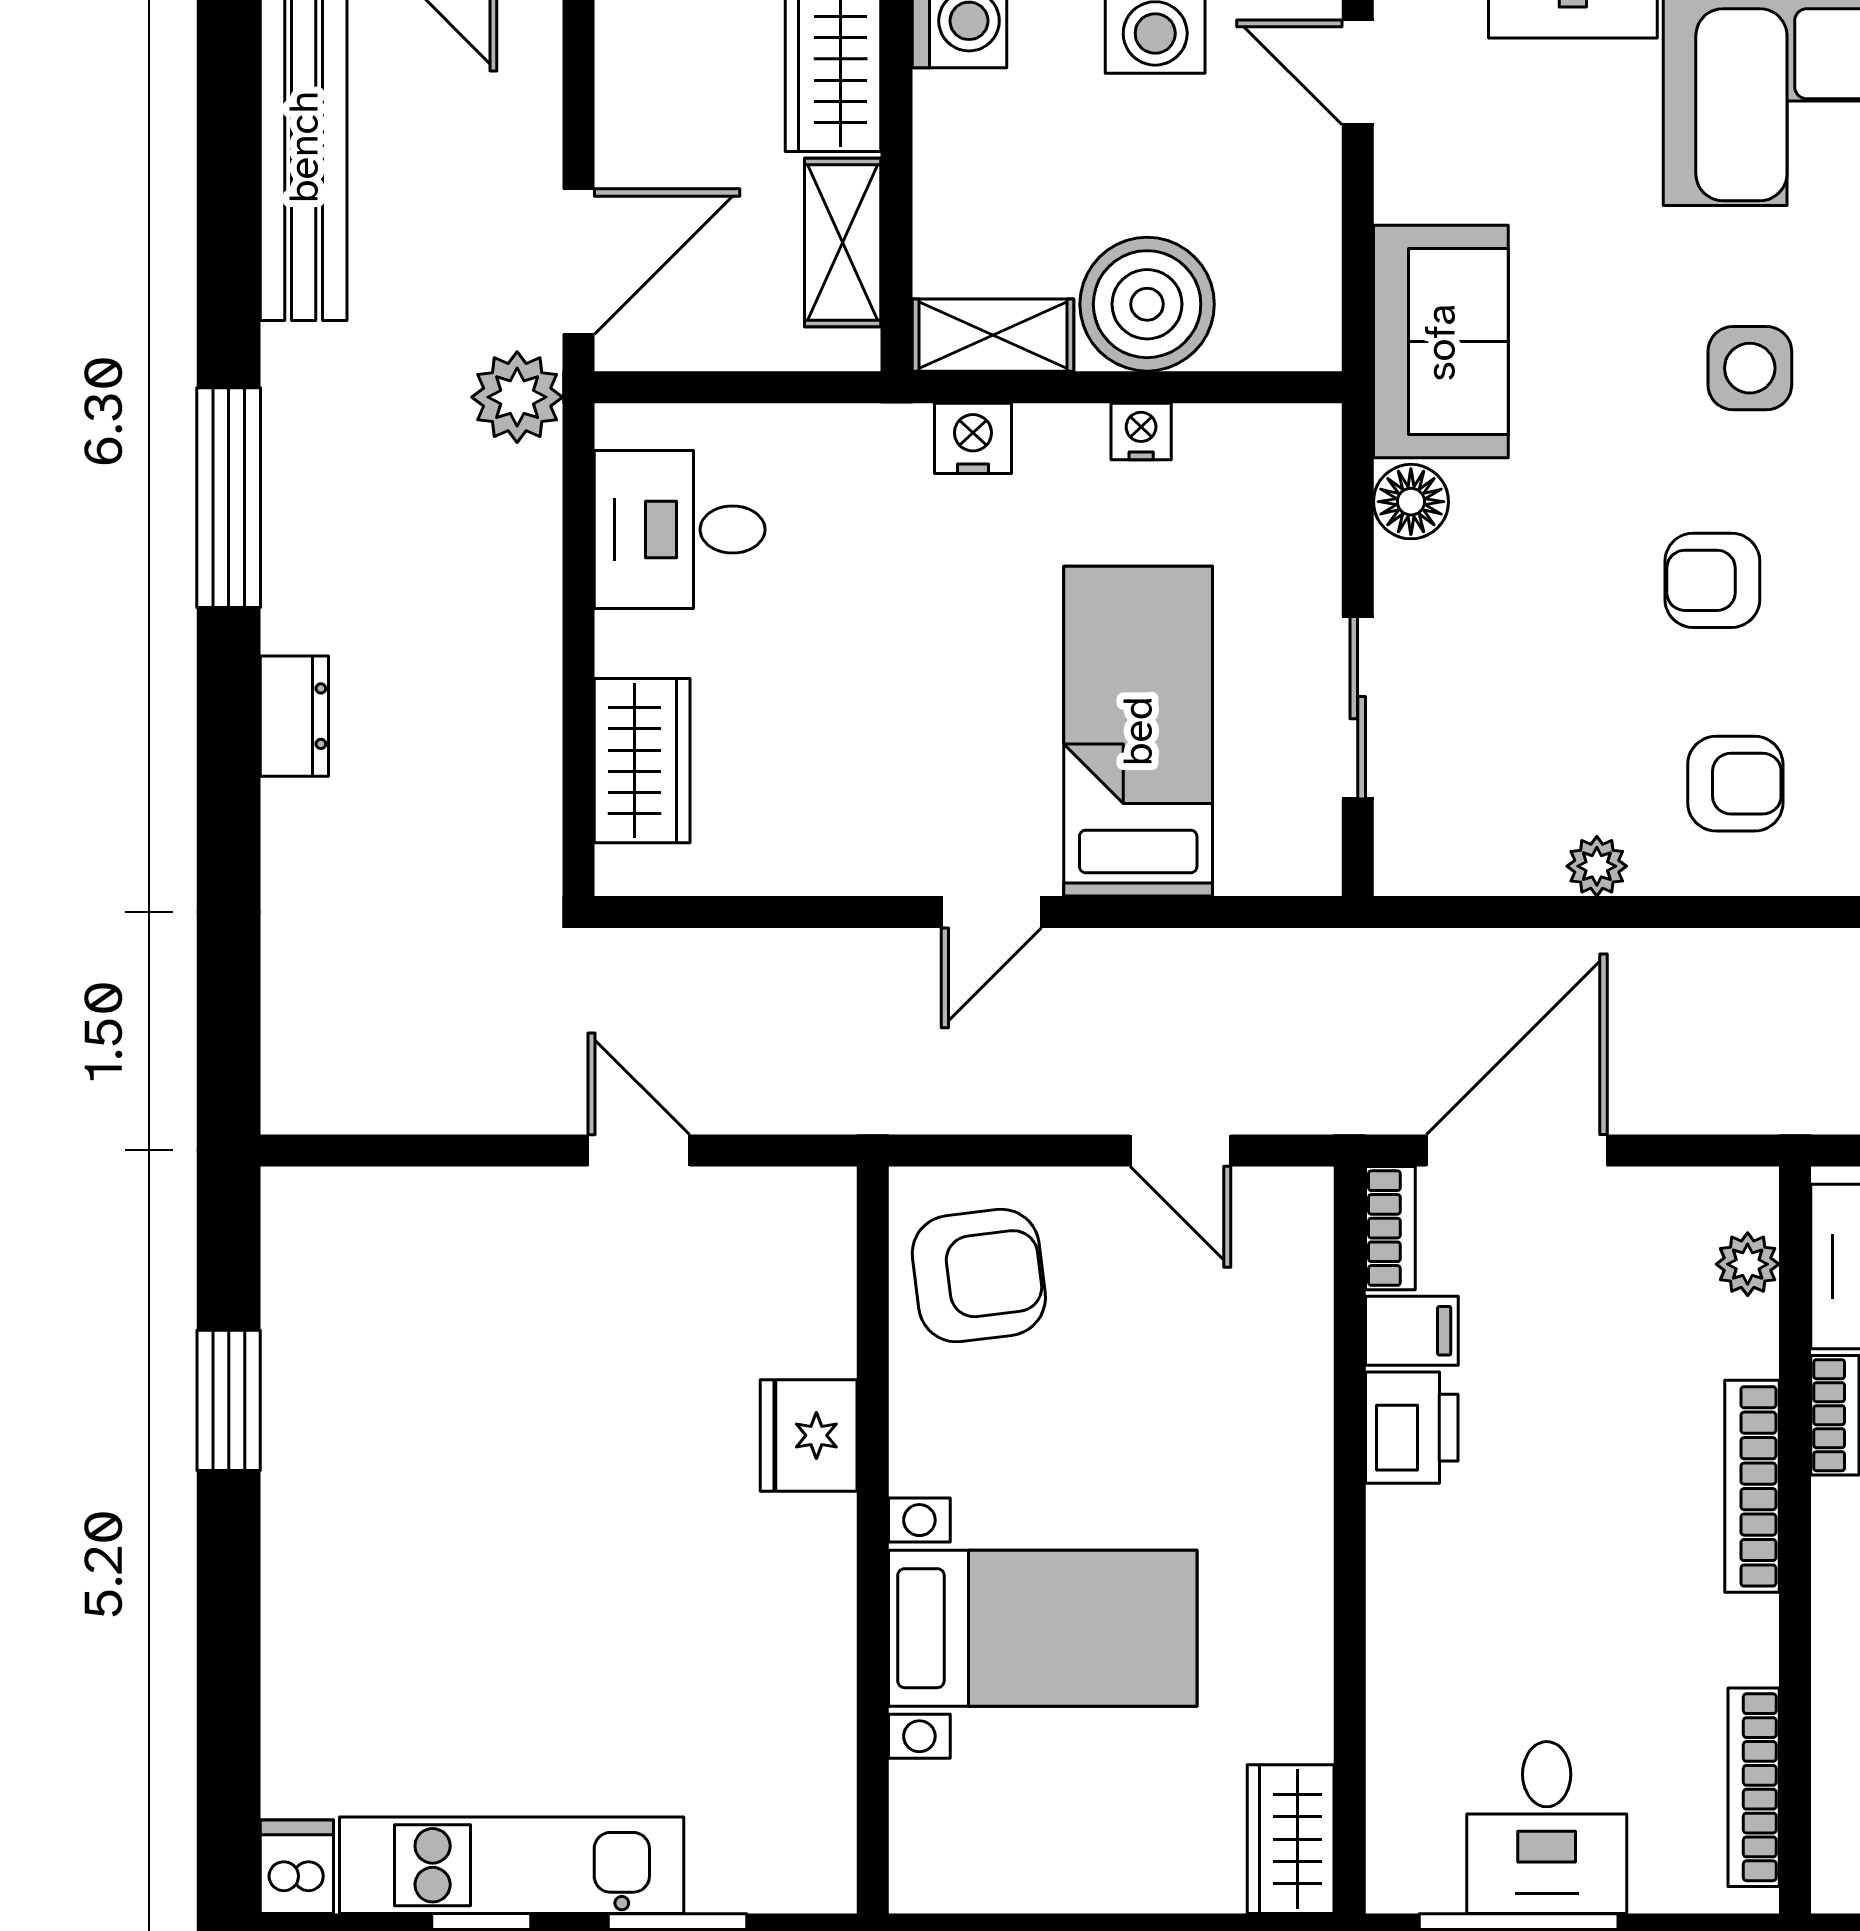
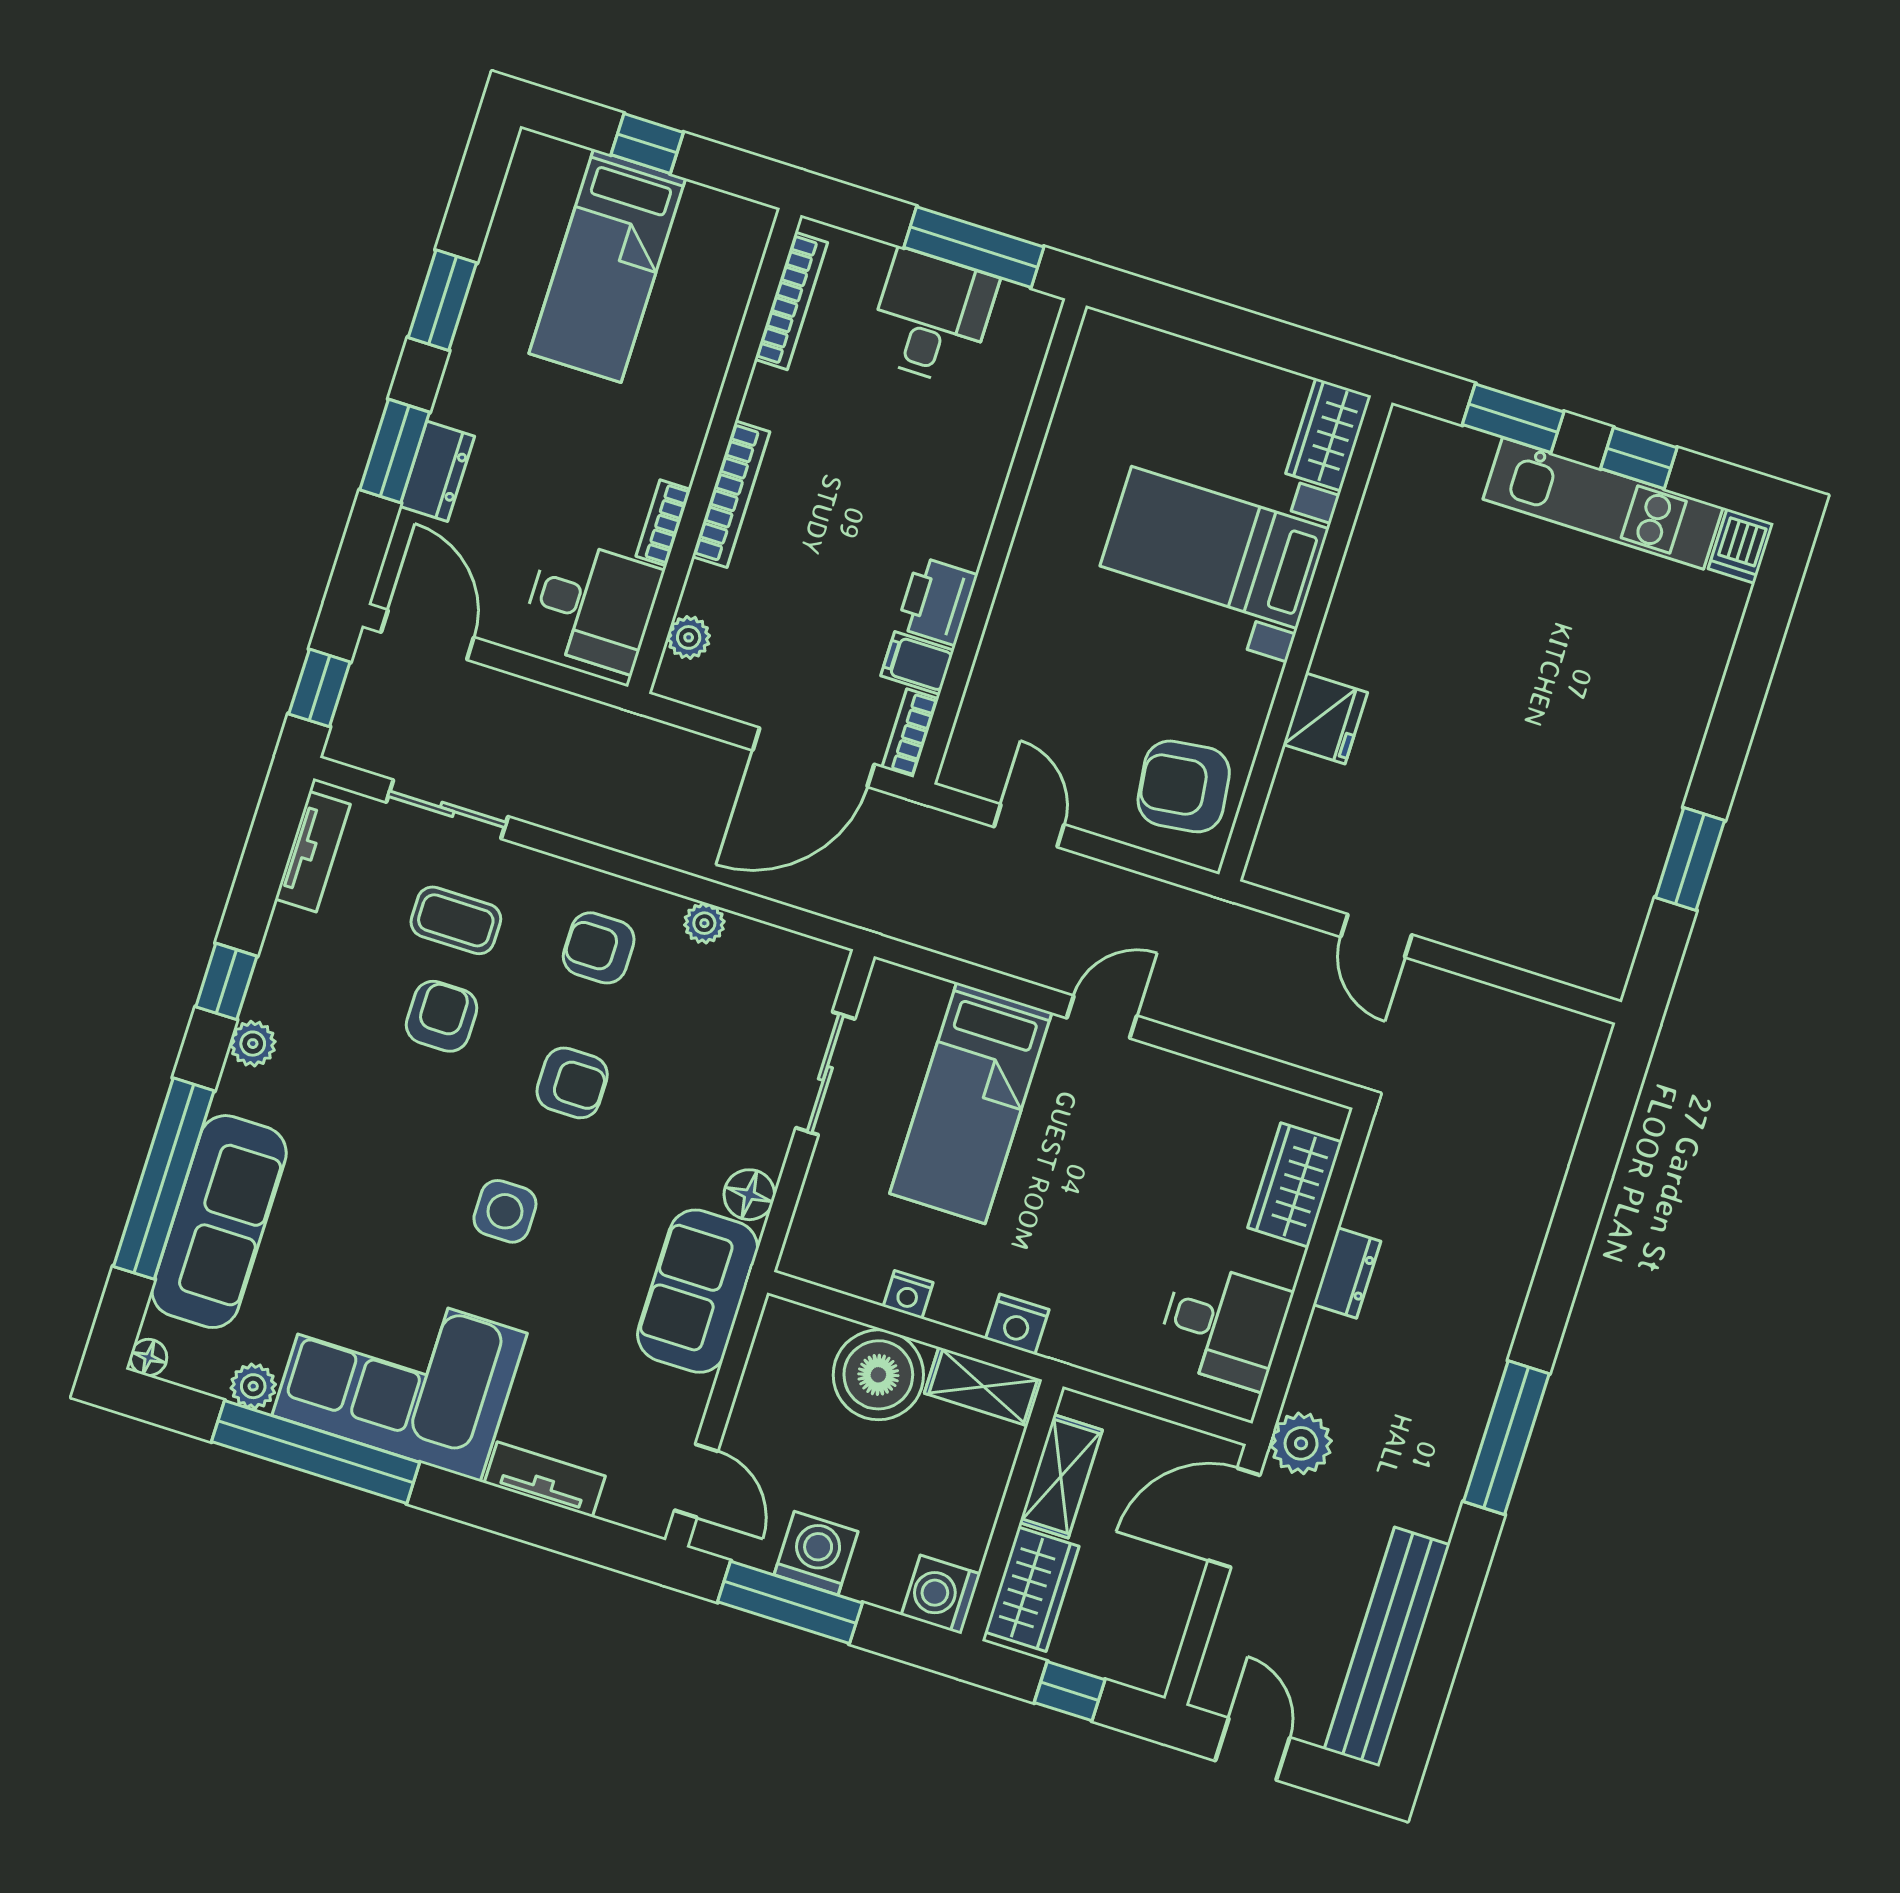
dresser: (294, 716) -> (1347, 1273), moved, turned 180
wardrobe: (1291, 1839) -> (1328, 435), moved, turned 180

